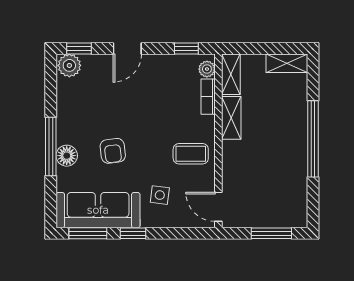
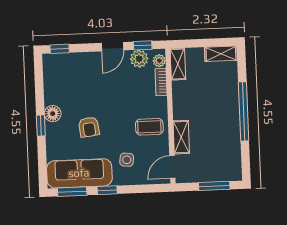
door: (127, 48) -> (112, 47), moved
plant: (69, 65) -> (139, 59), moved
shelving: (231, 118) -> (181, 137), moved
window: (51, 146) -> (41, 125), width x0.46
floor lamp: (67, 156) -> (53, 114), moved
door: (218, 207) -> (172, 167), hinge flipped

